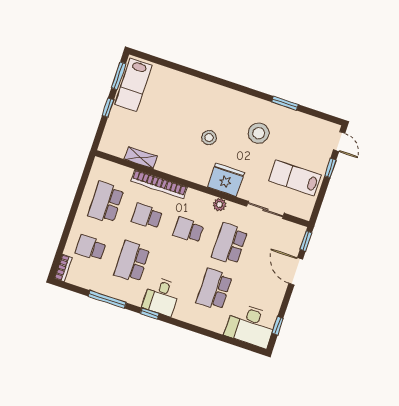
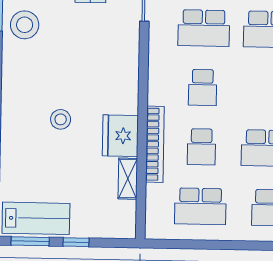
stool: (259, 133) -> (25, 25), moved
stool: (209, 138) -> (61, 119), moved
fridge: (226, 180) -> (120, 136), moved
plant: (220, 205) -> (157, 57), removed

